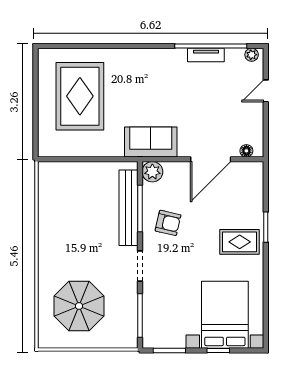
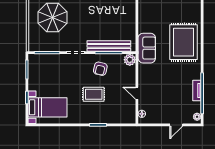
door: (266, 91) -> (176, 125), swing flipped
rug: (80, 96) -> (183, 42), moved, turned 90
sofa: (151, 142) -> (147, 48), moved
door: (211, 159) -> (137, 93), width x0.53
rug: (240, 242) -> (94, 94), moved, turned 90
bed with nightstands: (225, 315) -> (47, 107), width x0.73

